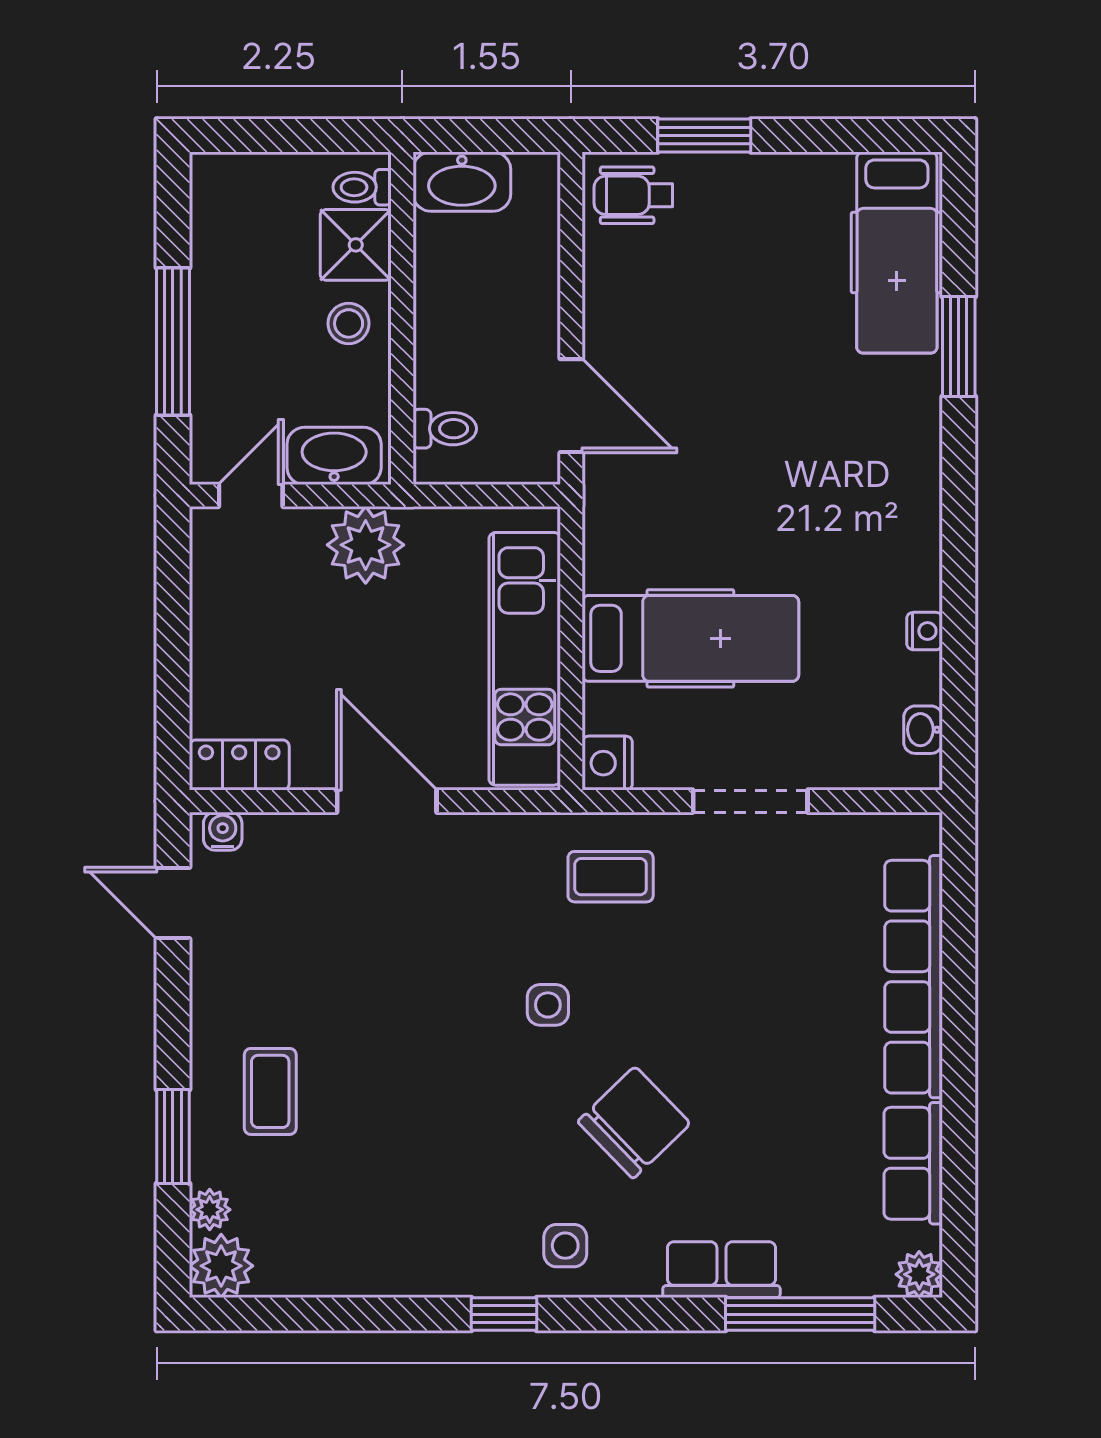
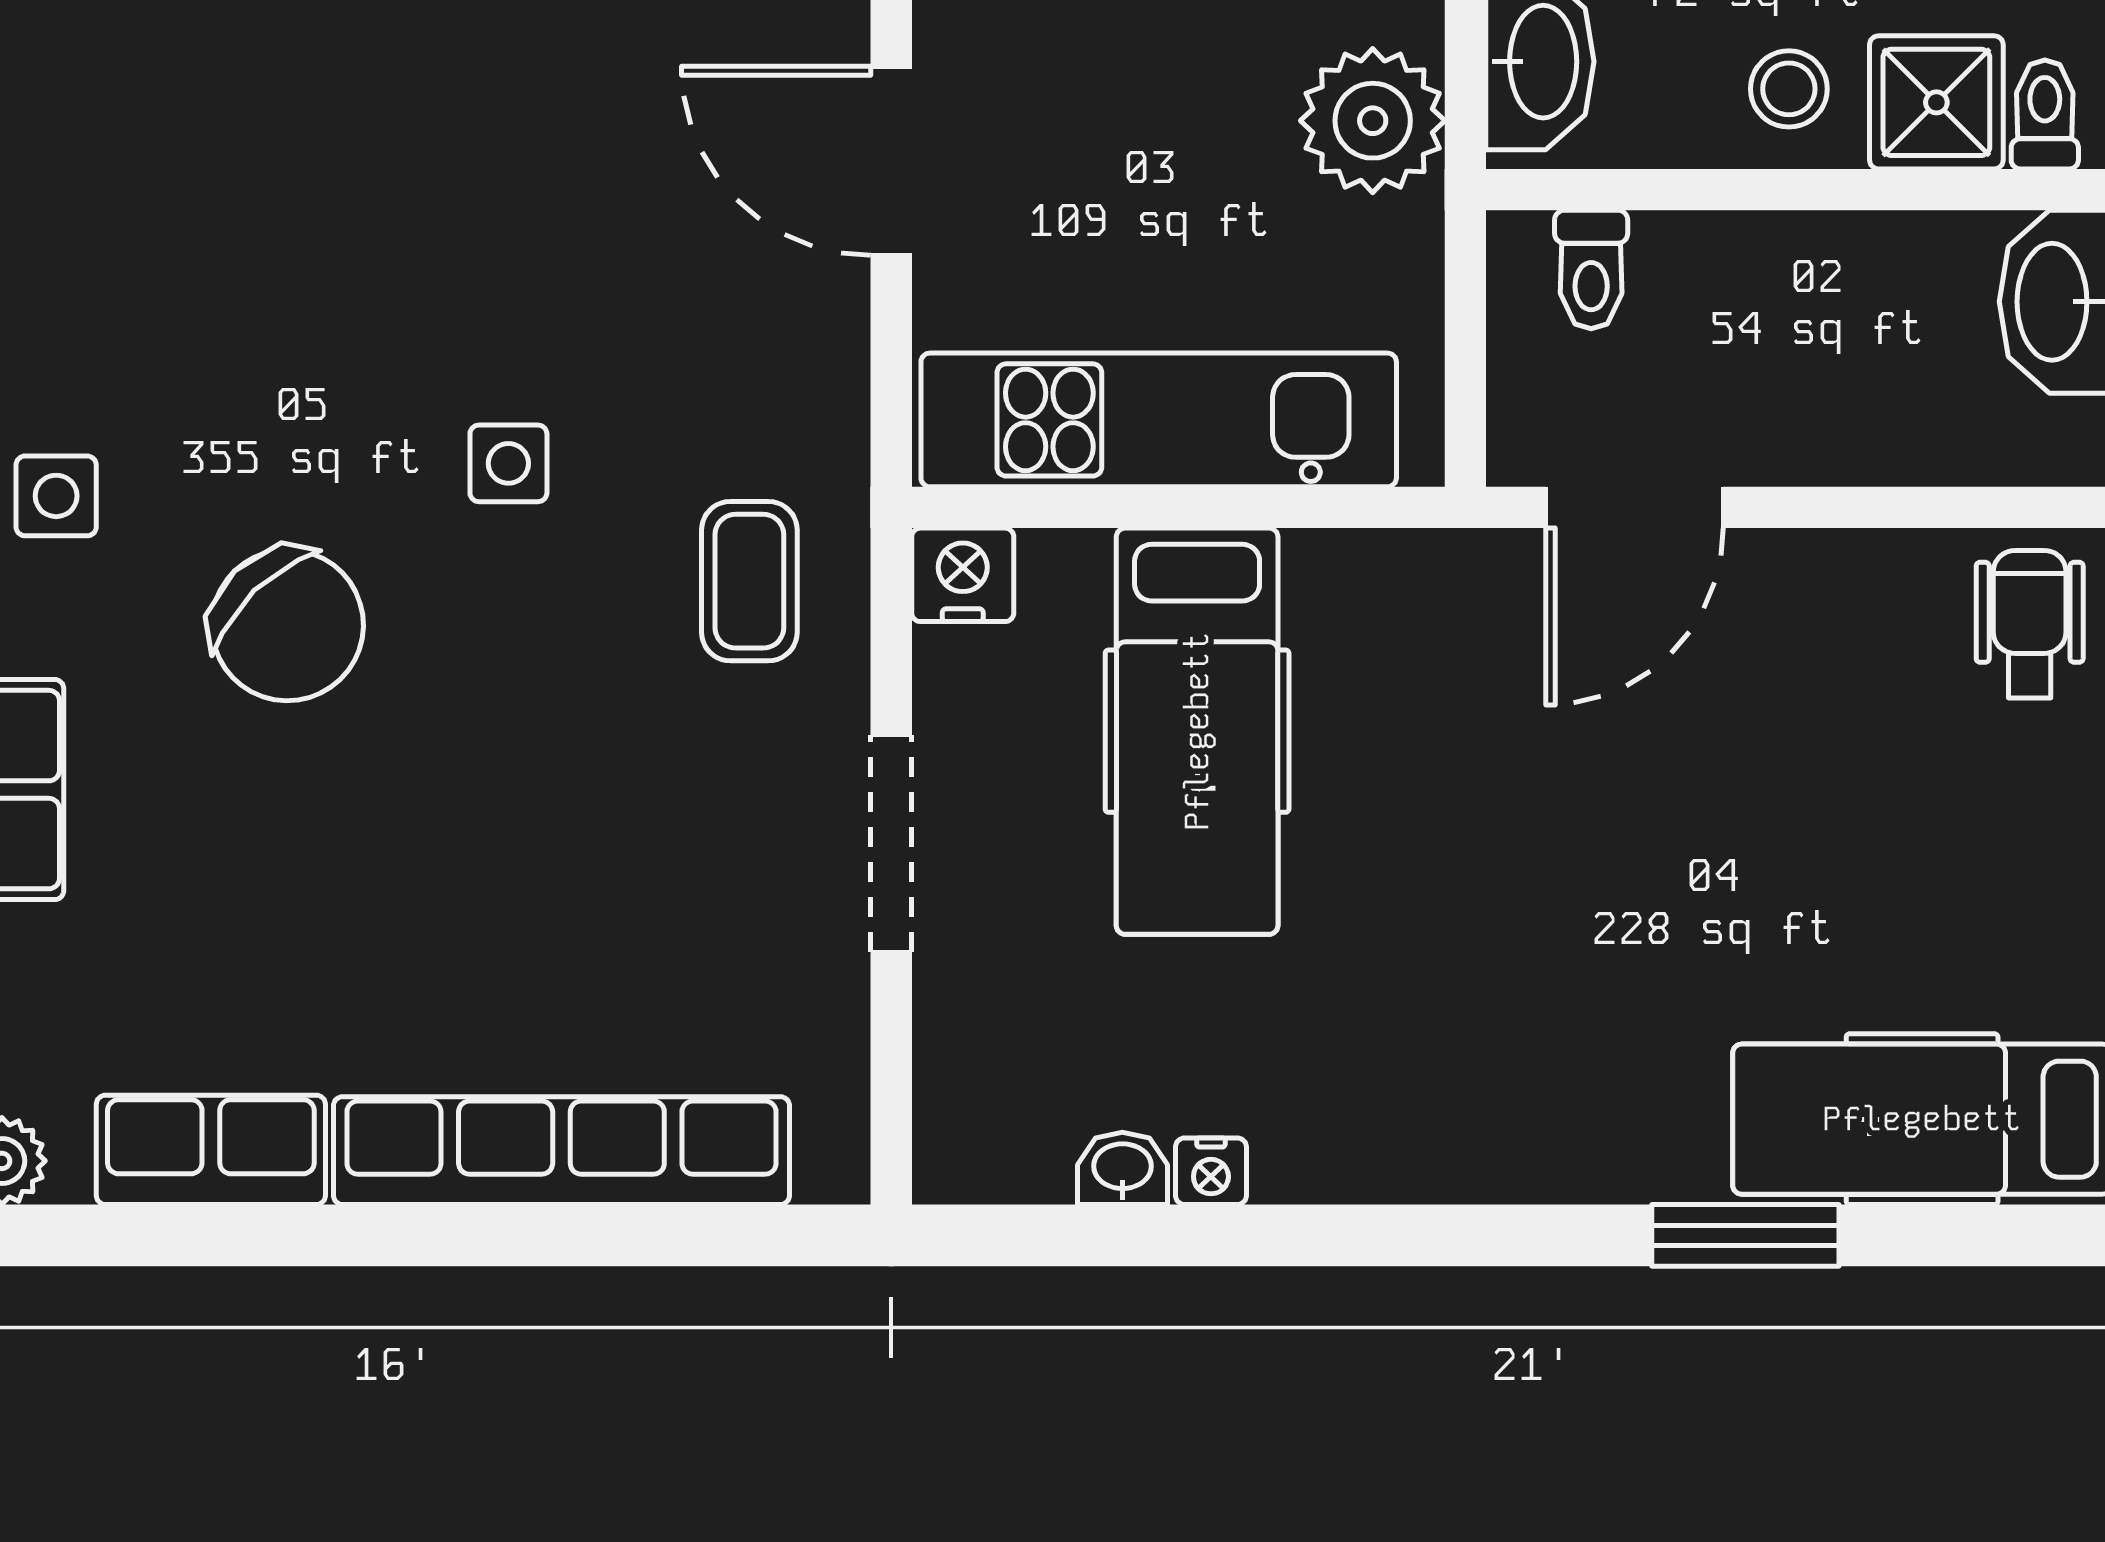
washbasin: (923, 730) -> (1122, 1168), moved
door: (387, 801) -> (891, 161), swing flipped

